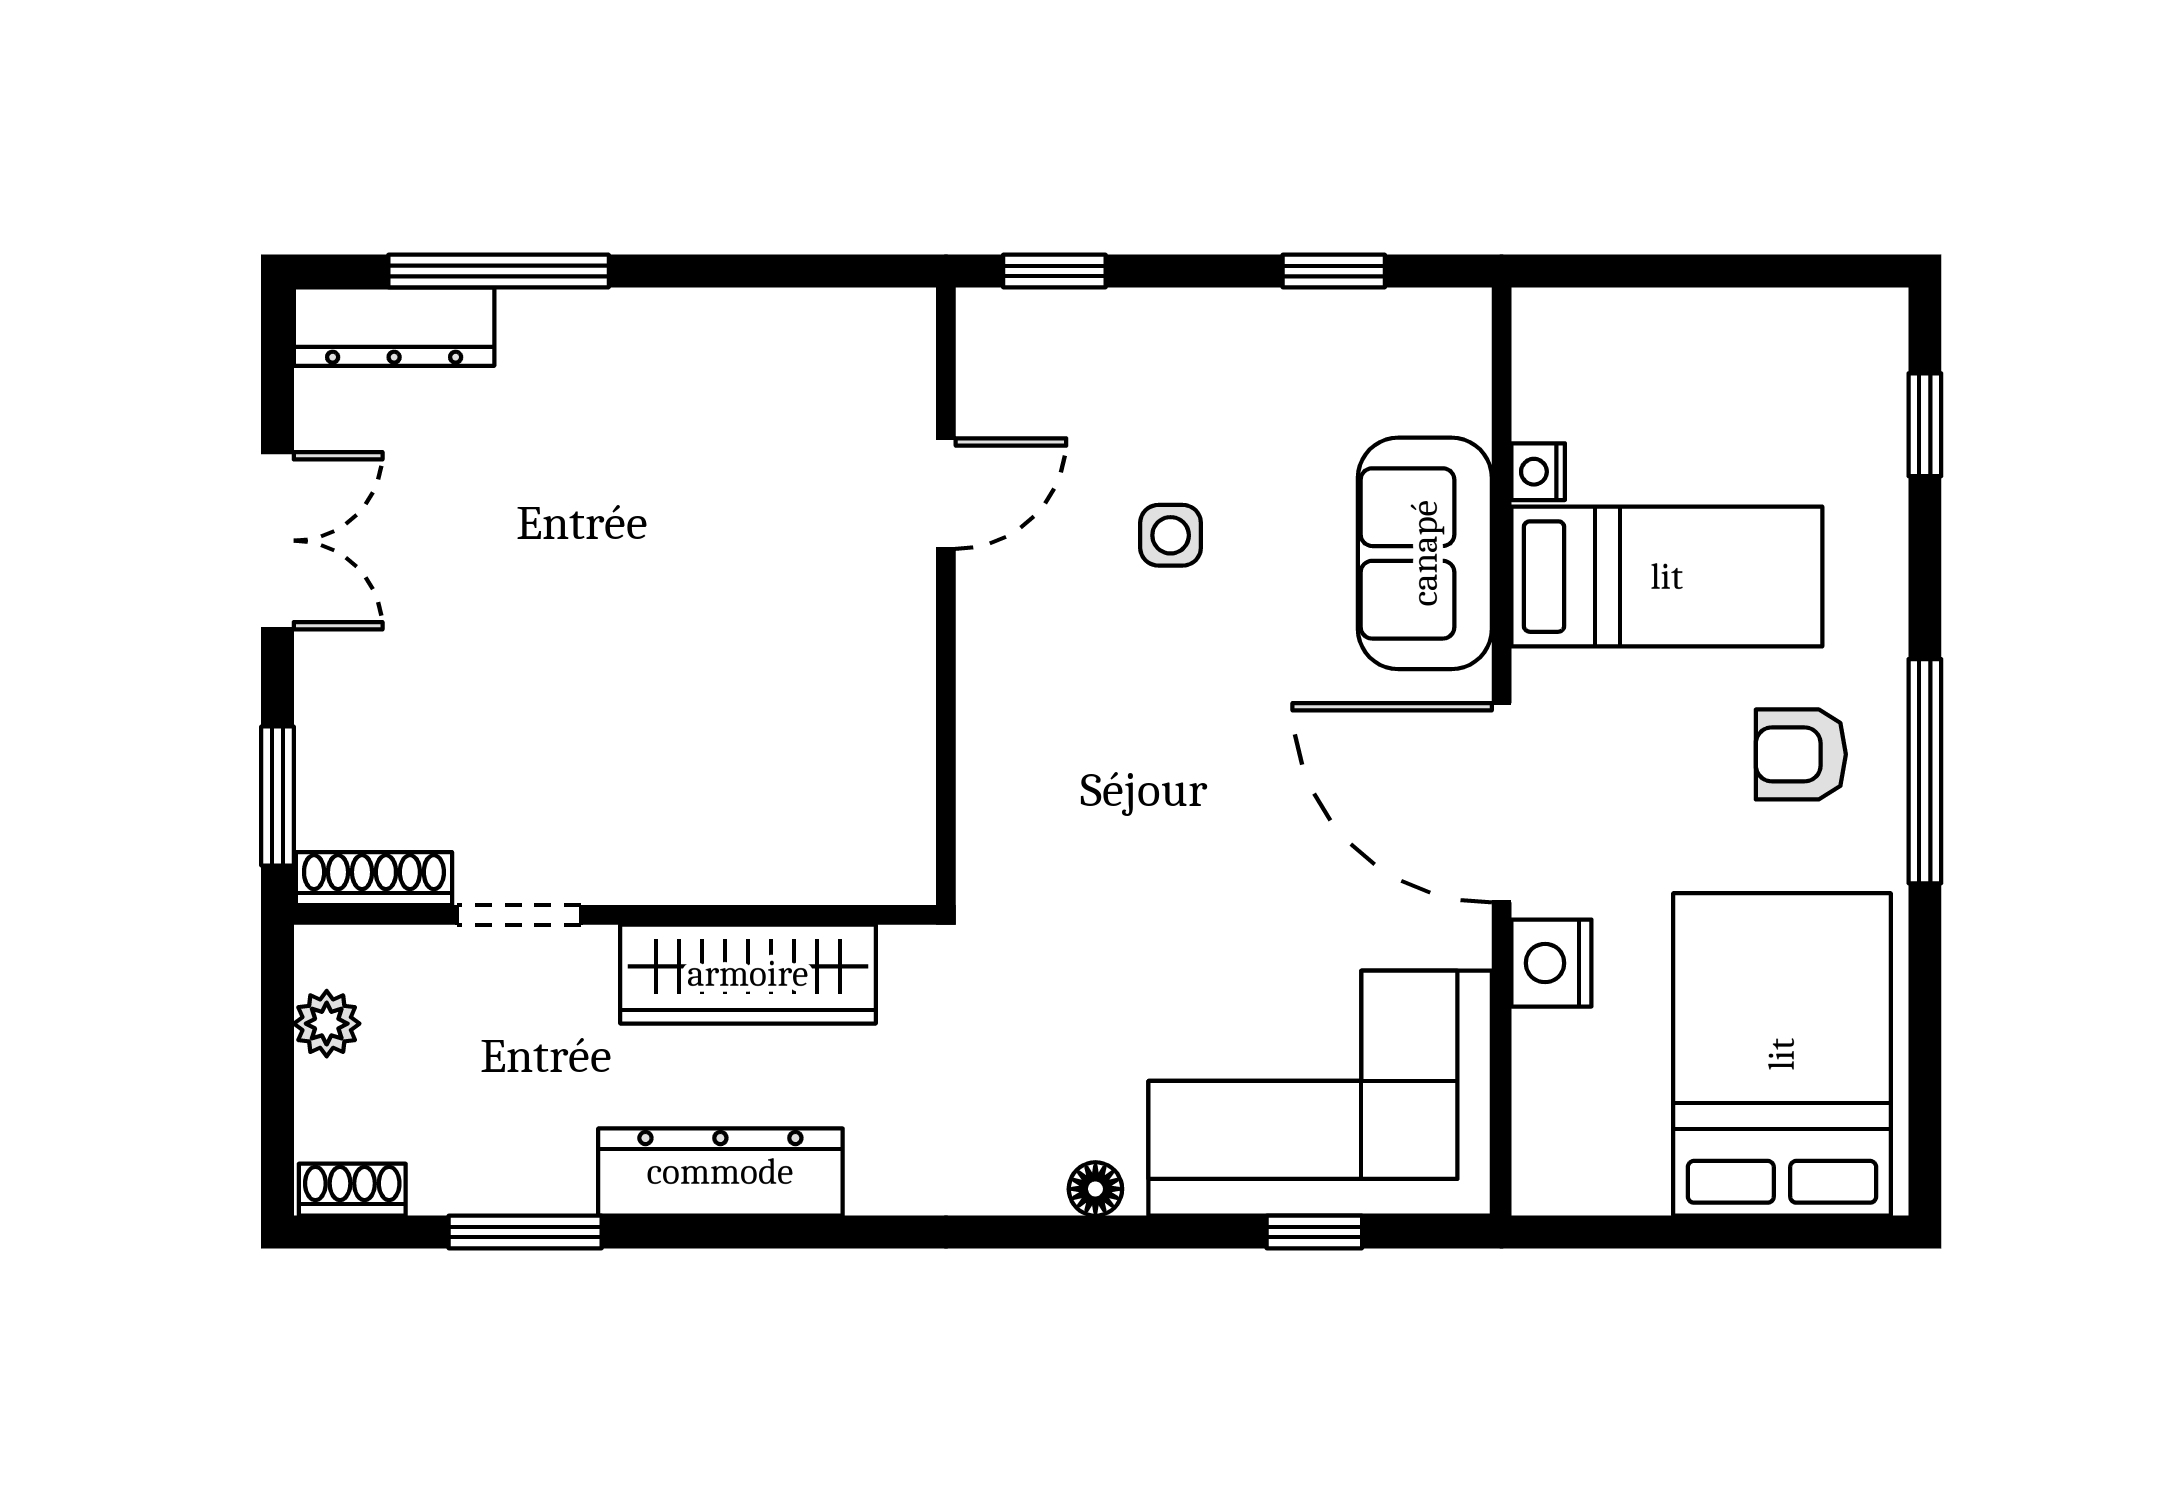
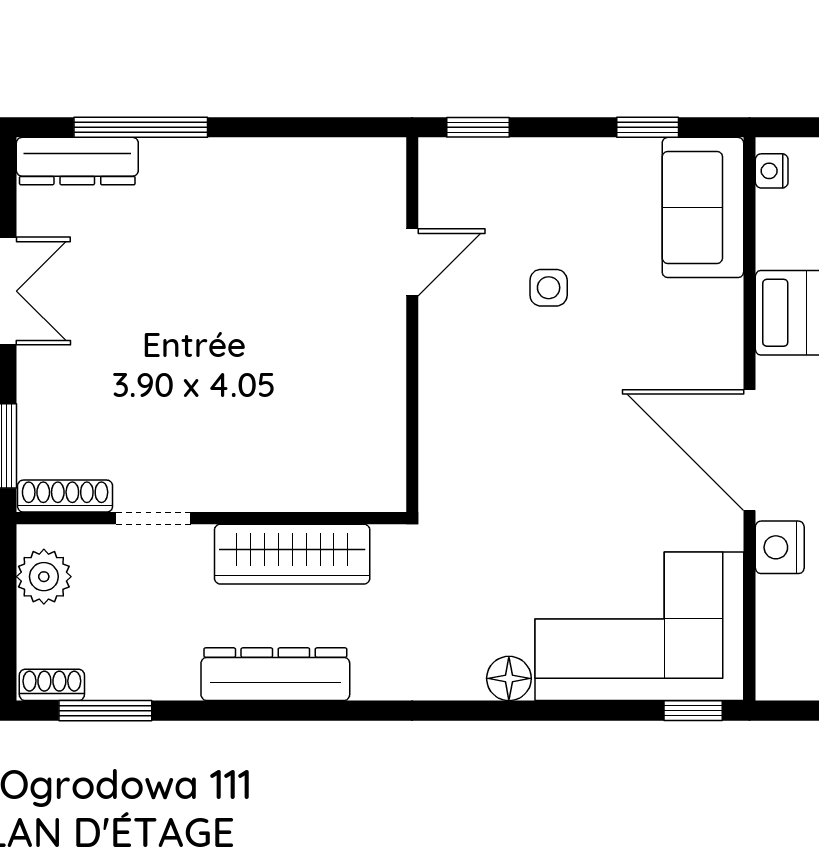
nightstand: (1538, 472) -> (772, 171), moved
sofa: (1425, 553) -> (703, 207), moved
plant: (327, 1024) -> (44, 577), width x1.38, depth x1.38
floor lamp: (1095, 1189) -> (509, 678), width x1.37, depth x1.37
window: (525, 1232) -> (105, 711), moved
window: (1314, 1232) -> (693, 711), moved

